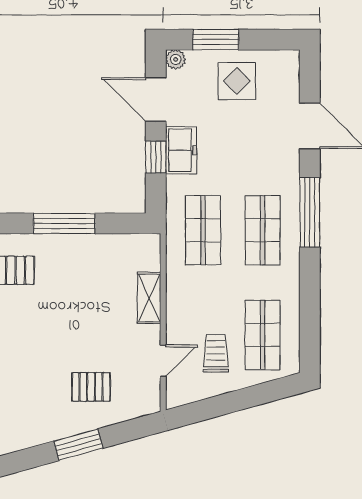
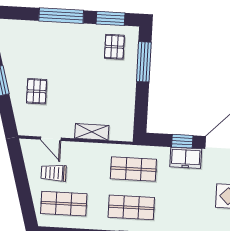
window: (64, 223) -> (144, 62), moved
trolley: (216, 353) -> (54, 173), turned 180

